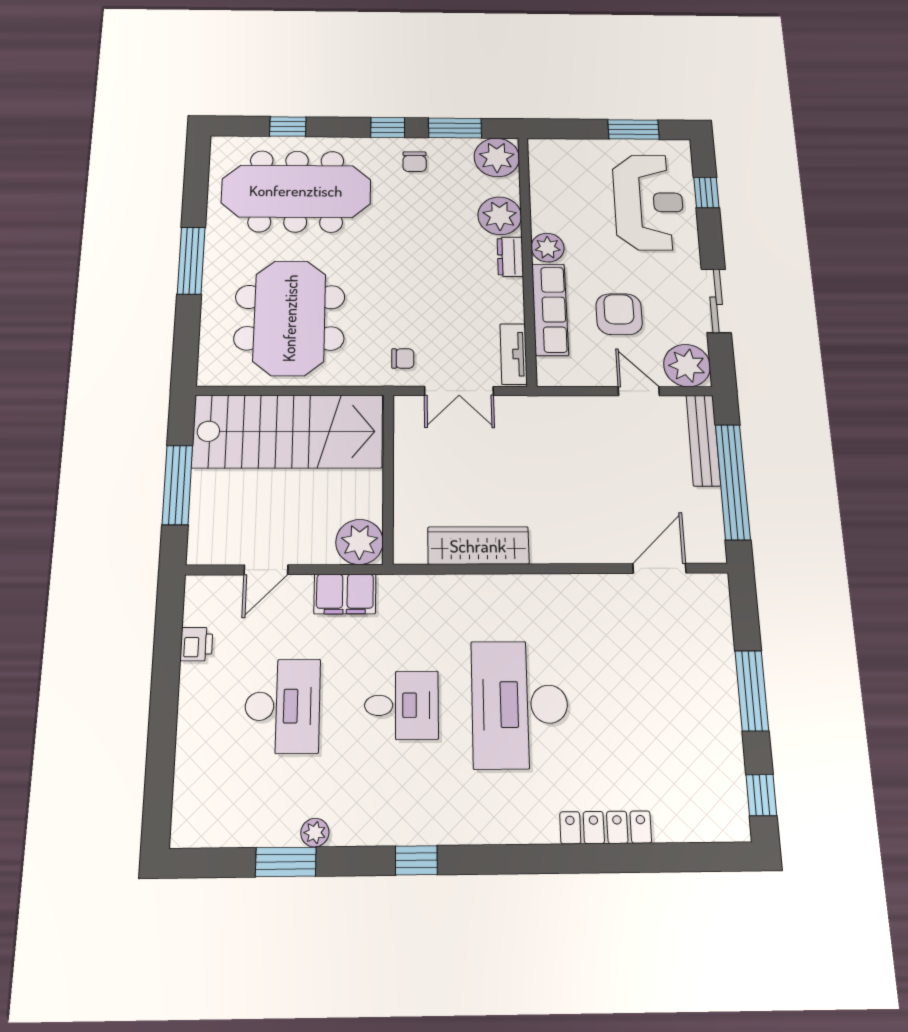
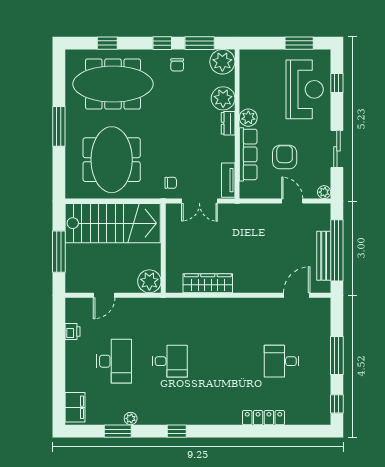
plant: (687, 366) -> (324, 192), width x0.53, depth x0.53
bench: (703, 440) -> (324, 256), moved
filing cabinet: (345, 594) -> (75, 407), moved, turned -90
desk: (520, 704) -> (282, 361), moved, width x0.53, depth x0.77

